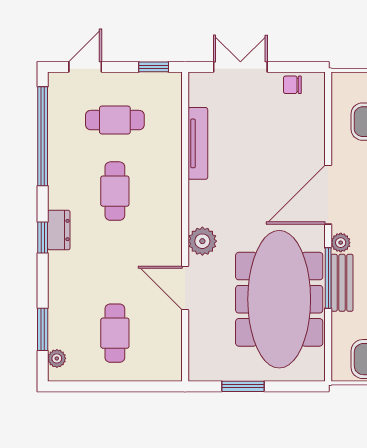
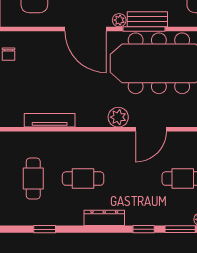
window: (43, 136) -> (45, 229), width x0.32
dresser: (59, 230) -> (104, 218), width x1.44
window: (43, 238) -> (144, 229), moved

